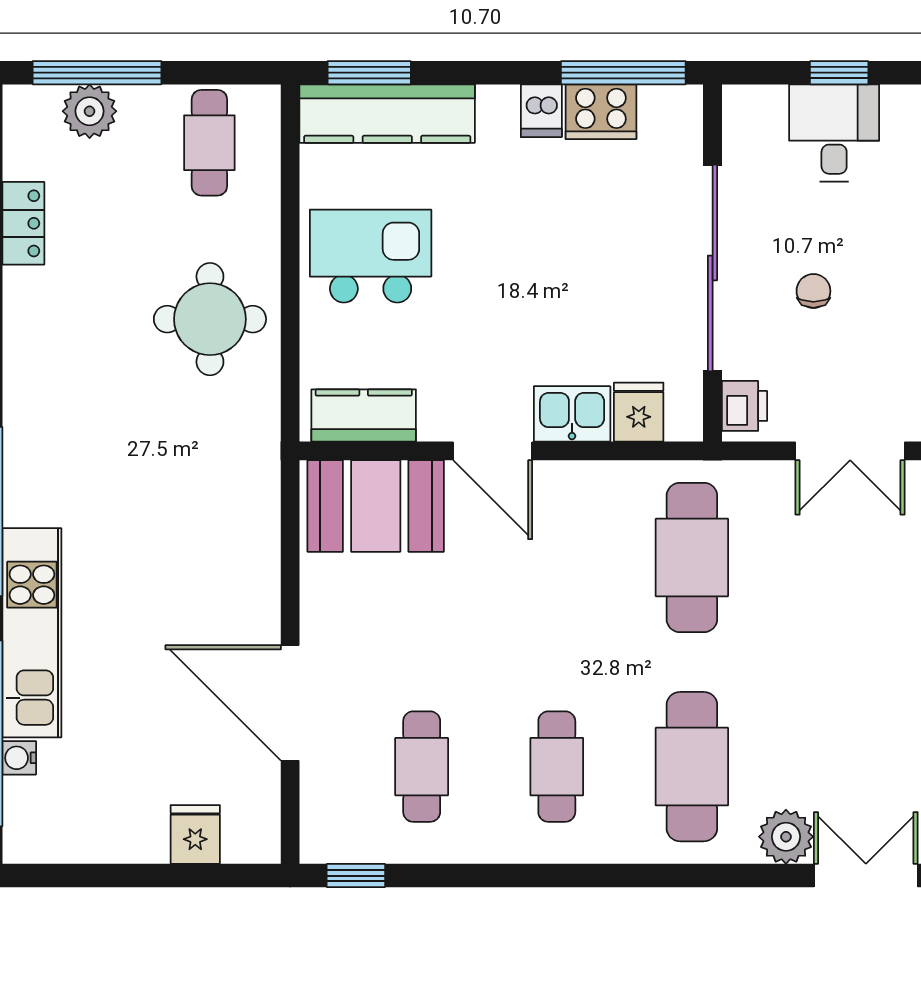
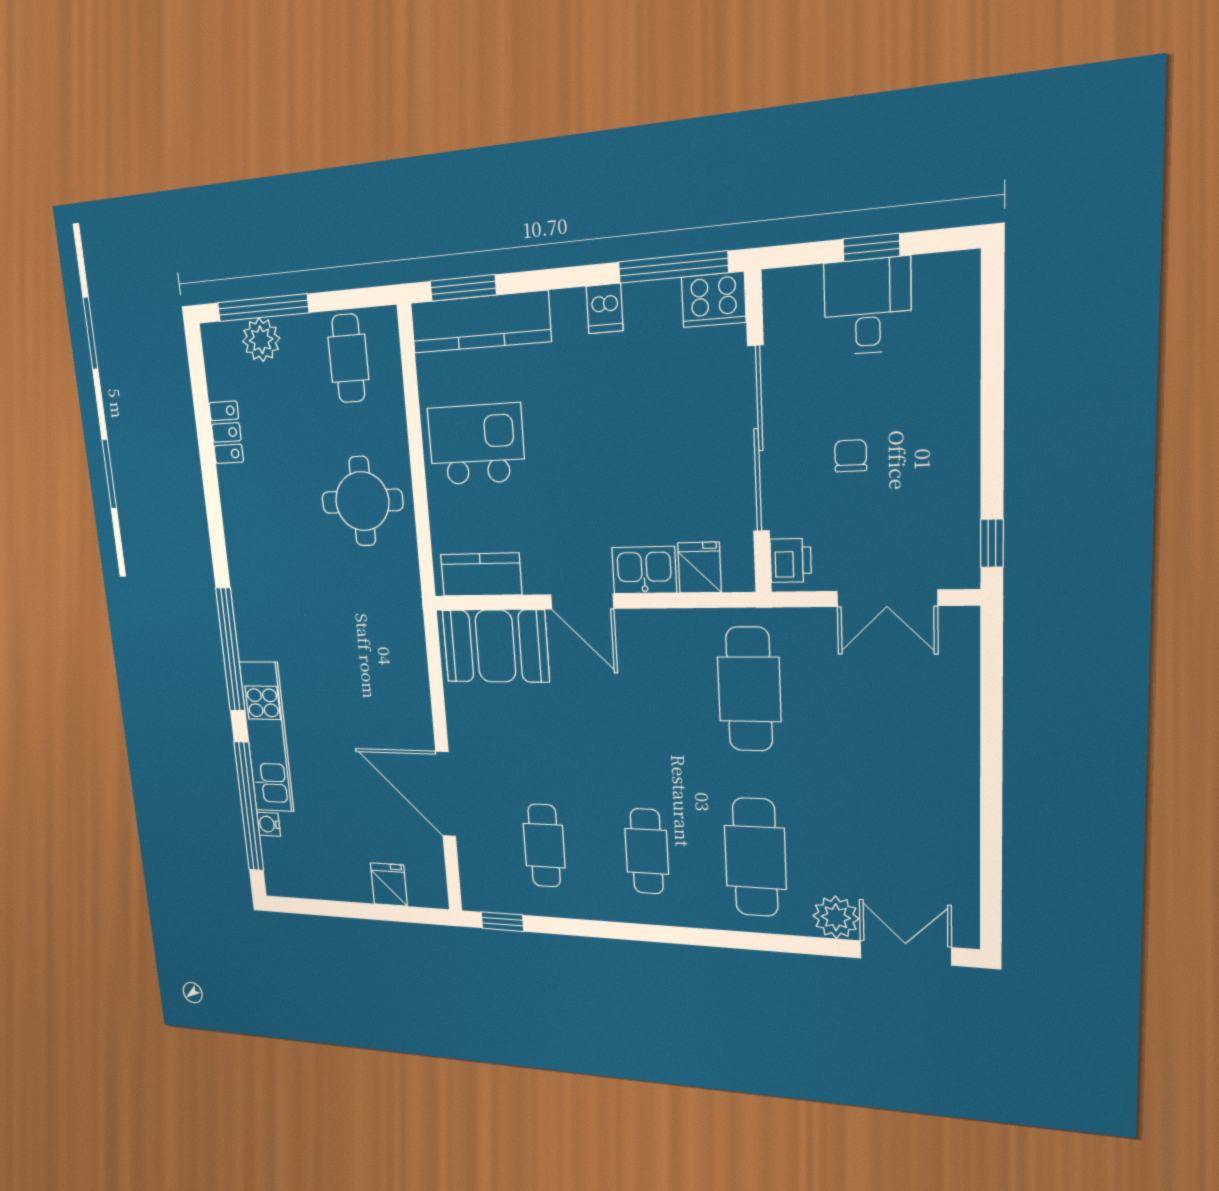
cooker: (601, 112) -> (714, 300), moved

